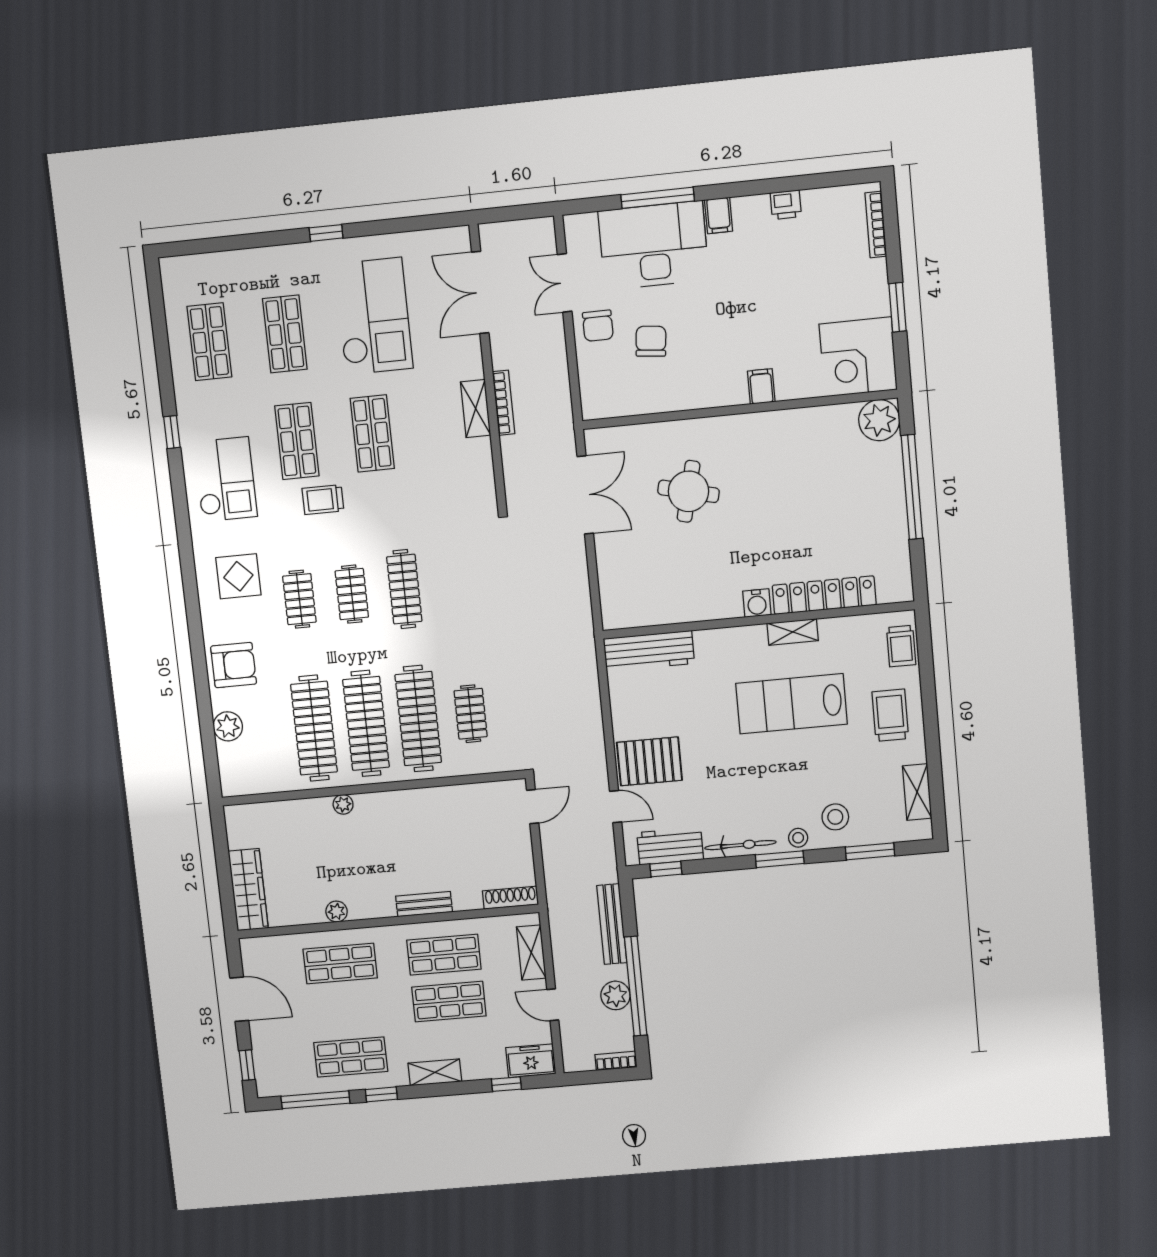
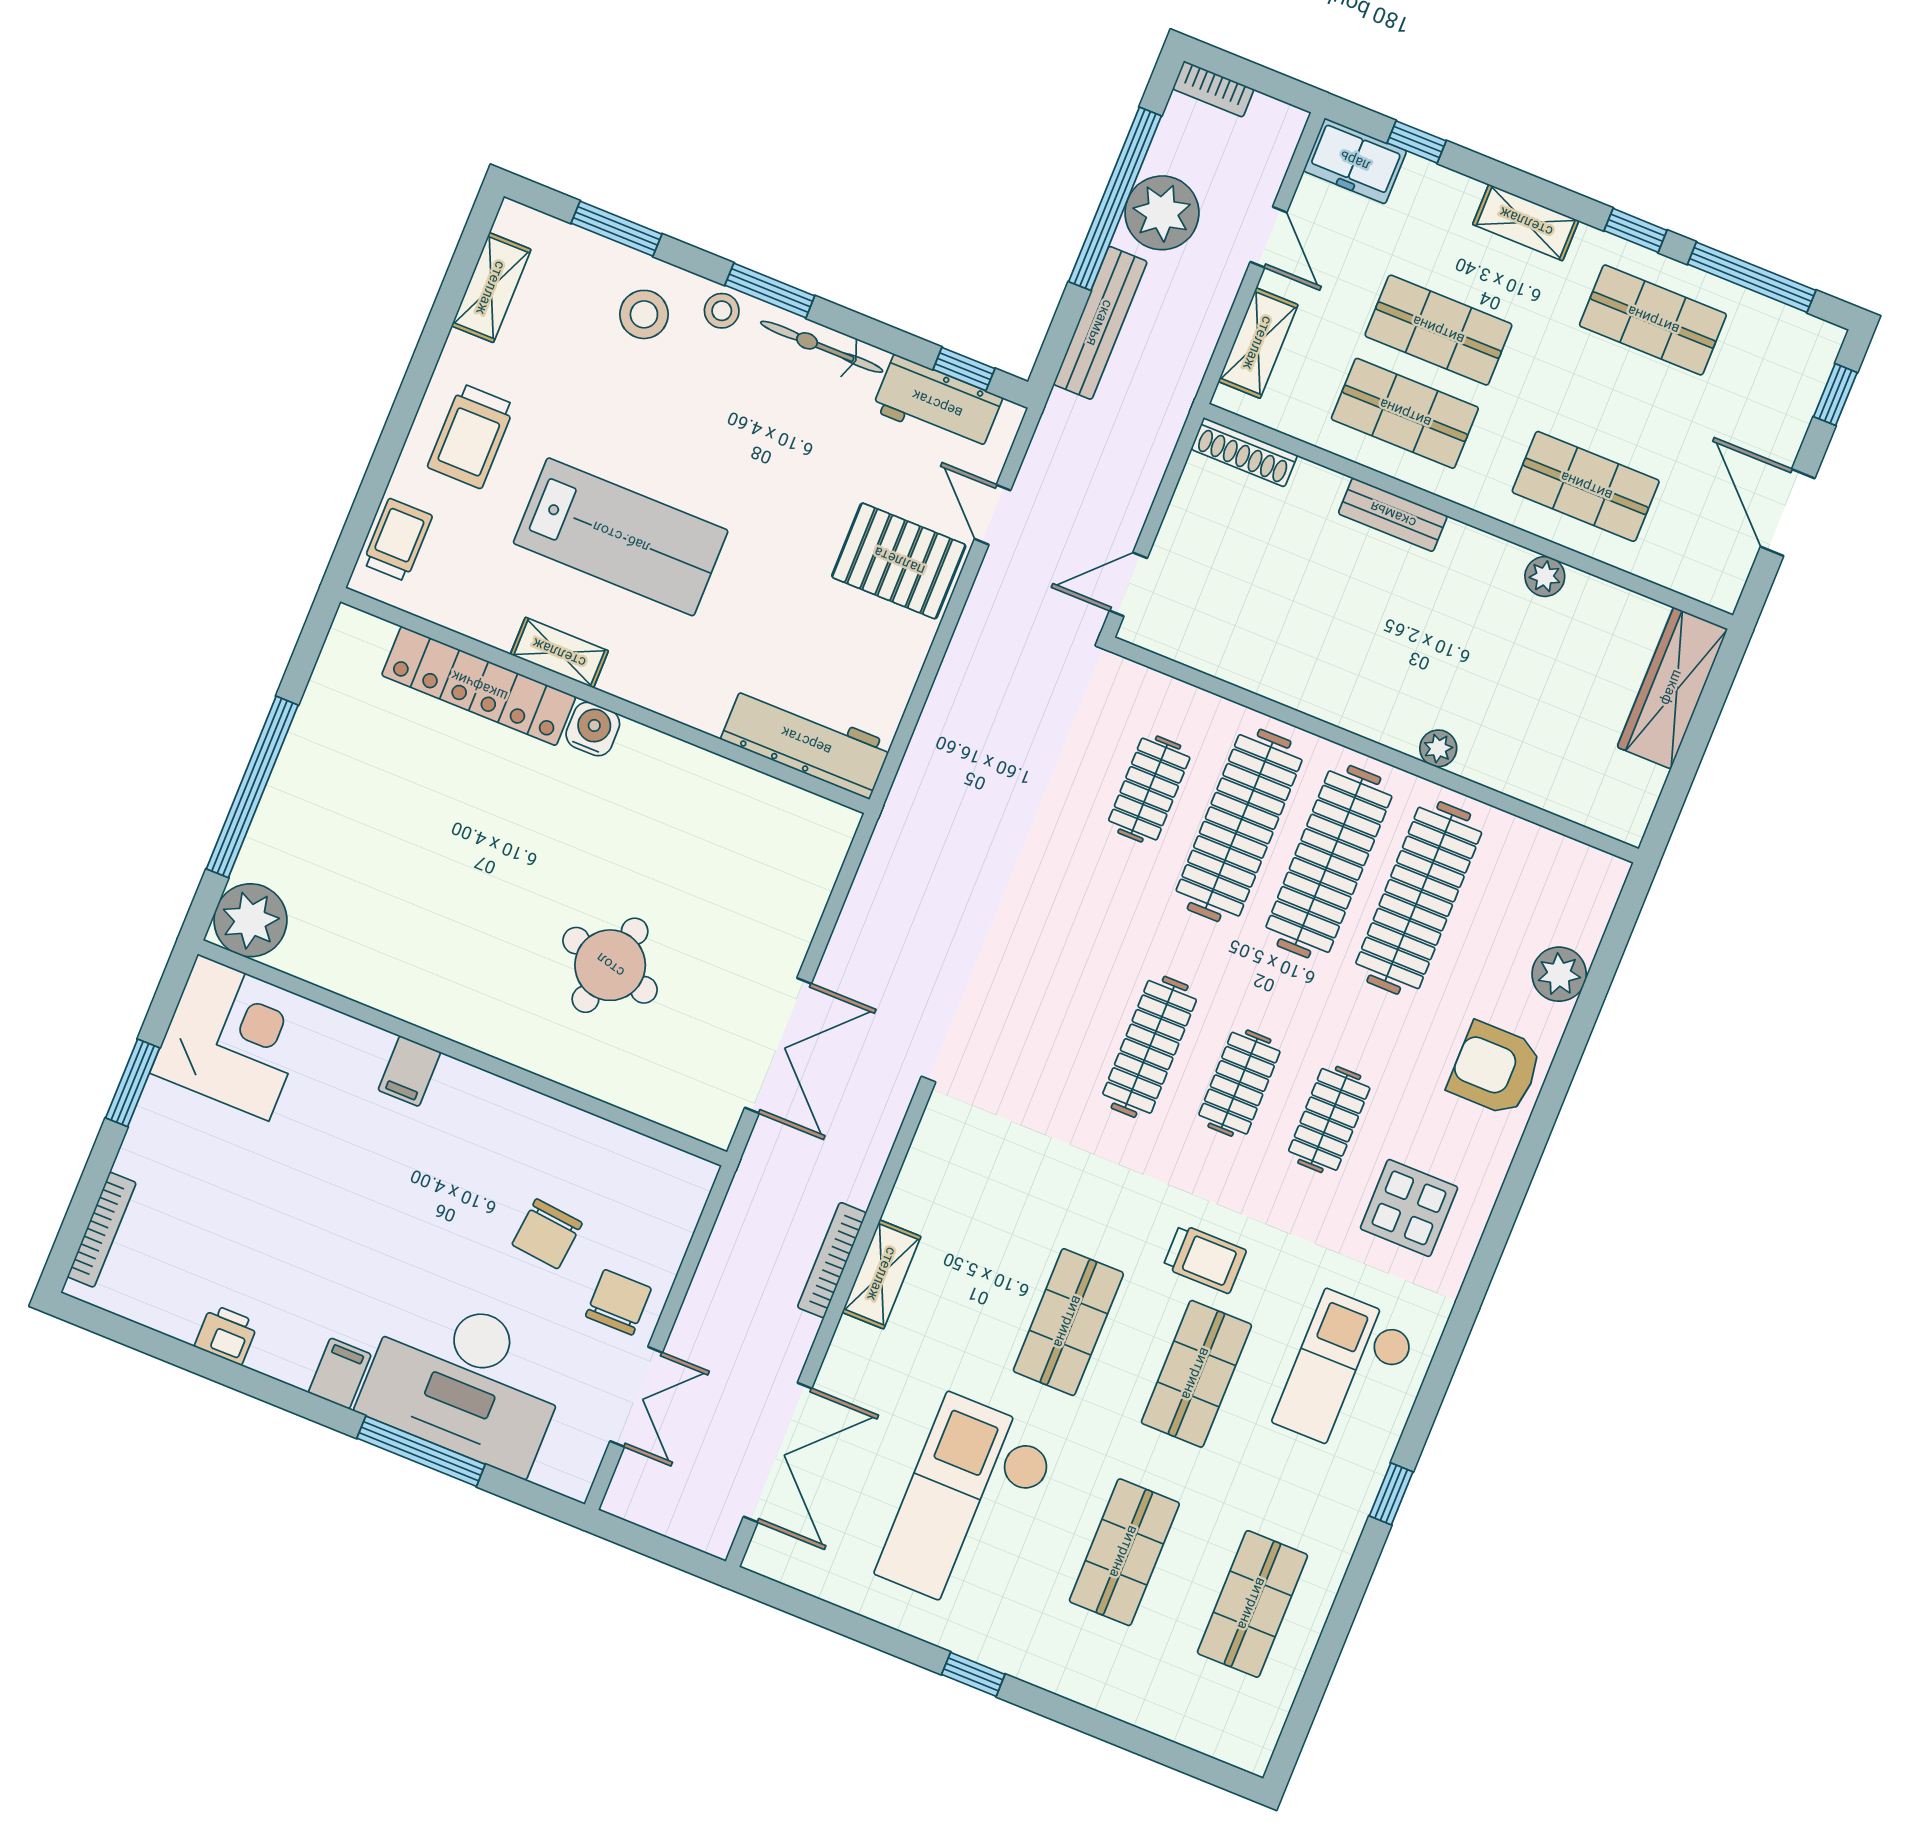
double door: (585, 495) -> (778, 1046), swing flipped
plant: (615, 995) -> (1162, 213), width x1.36, depth x1.36

